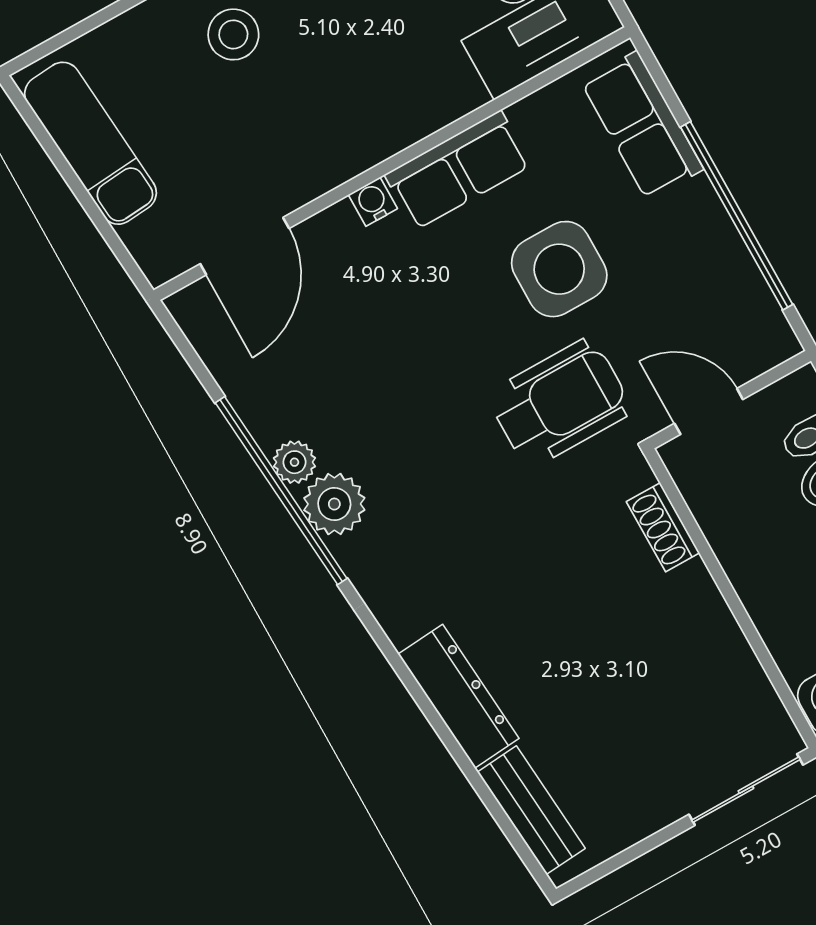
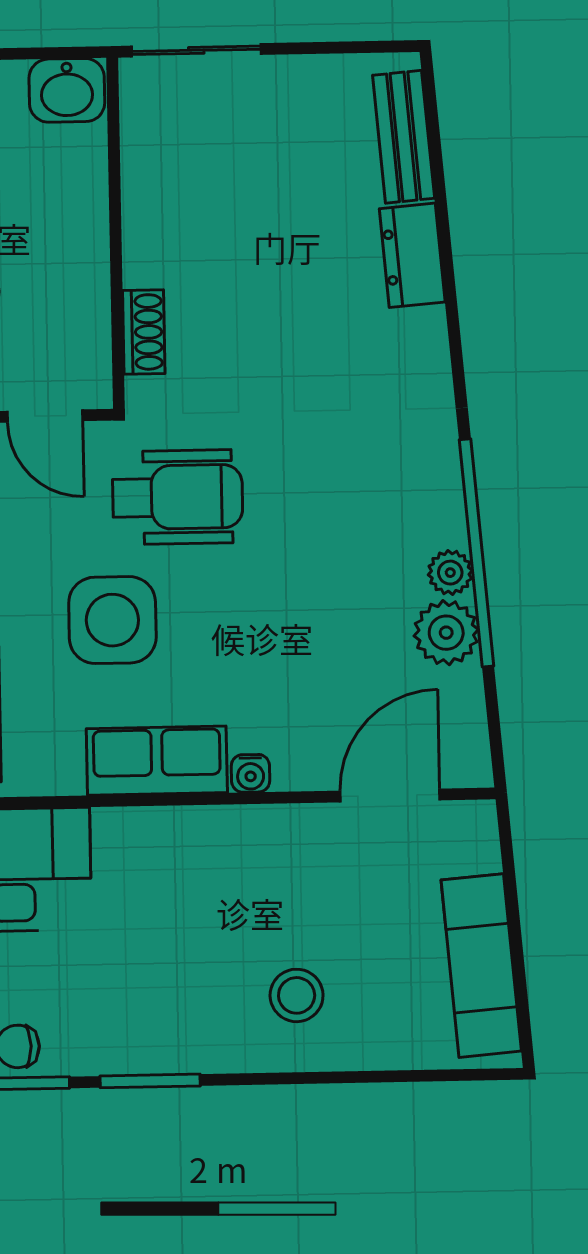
wheelchair: (560, 403) -> (177, 497), turned 180
plant: (334, 504) -> (446, 633), moved
dresser: (459, 696) -> (412, 255), width x0.70

